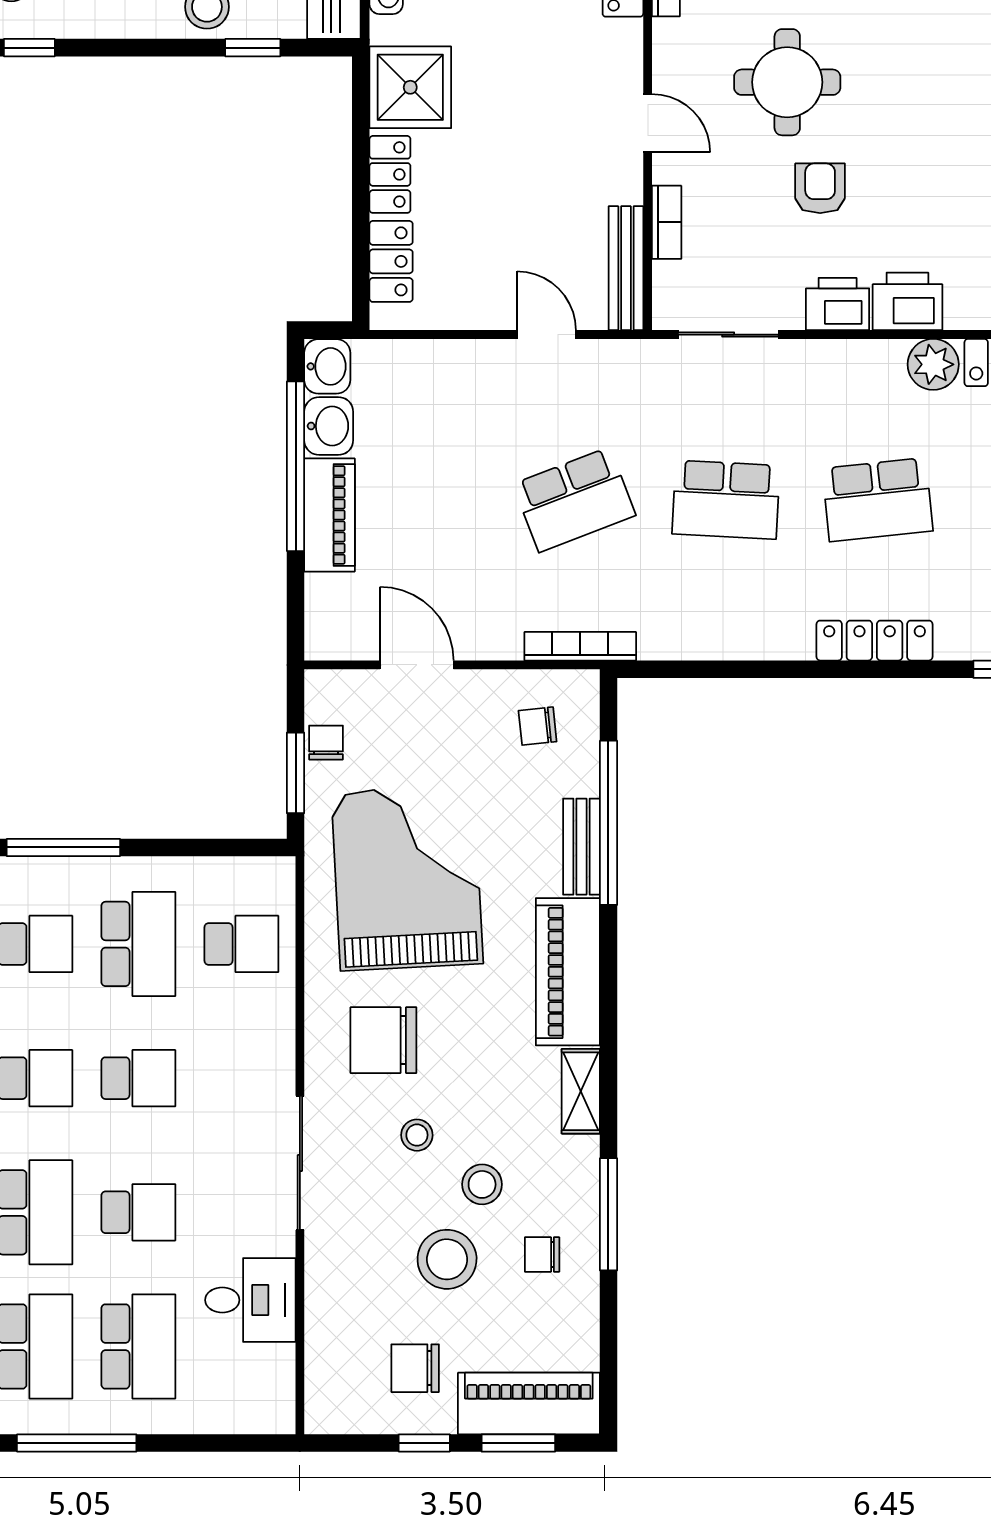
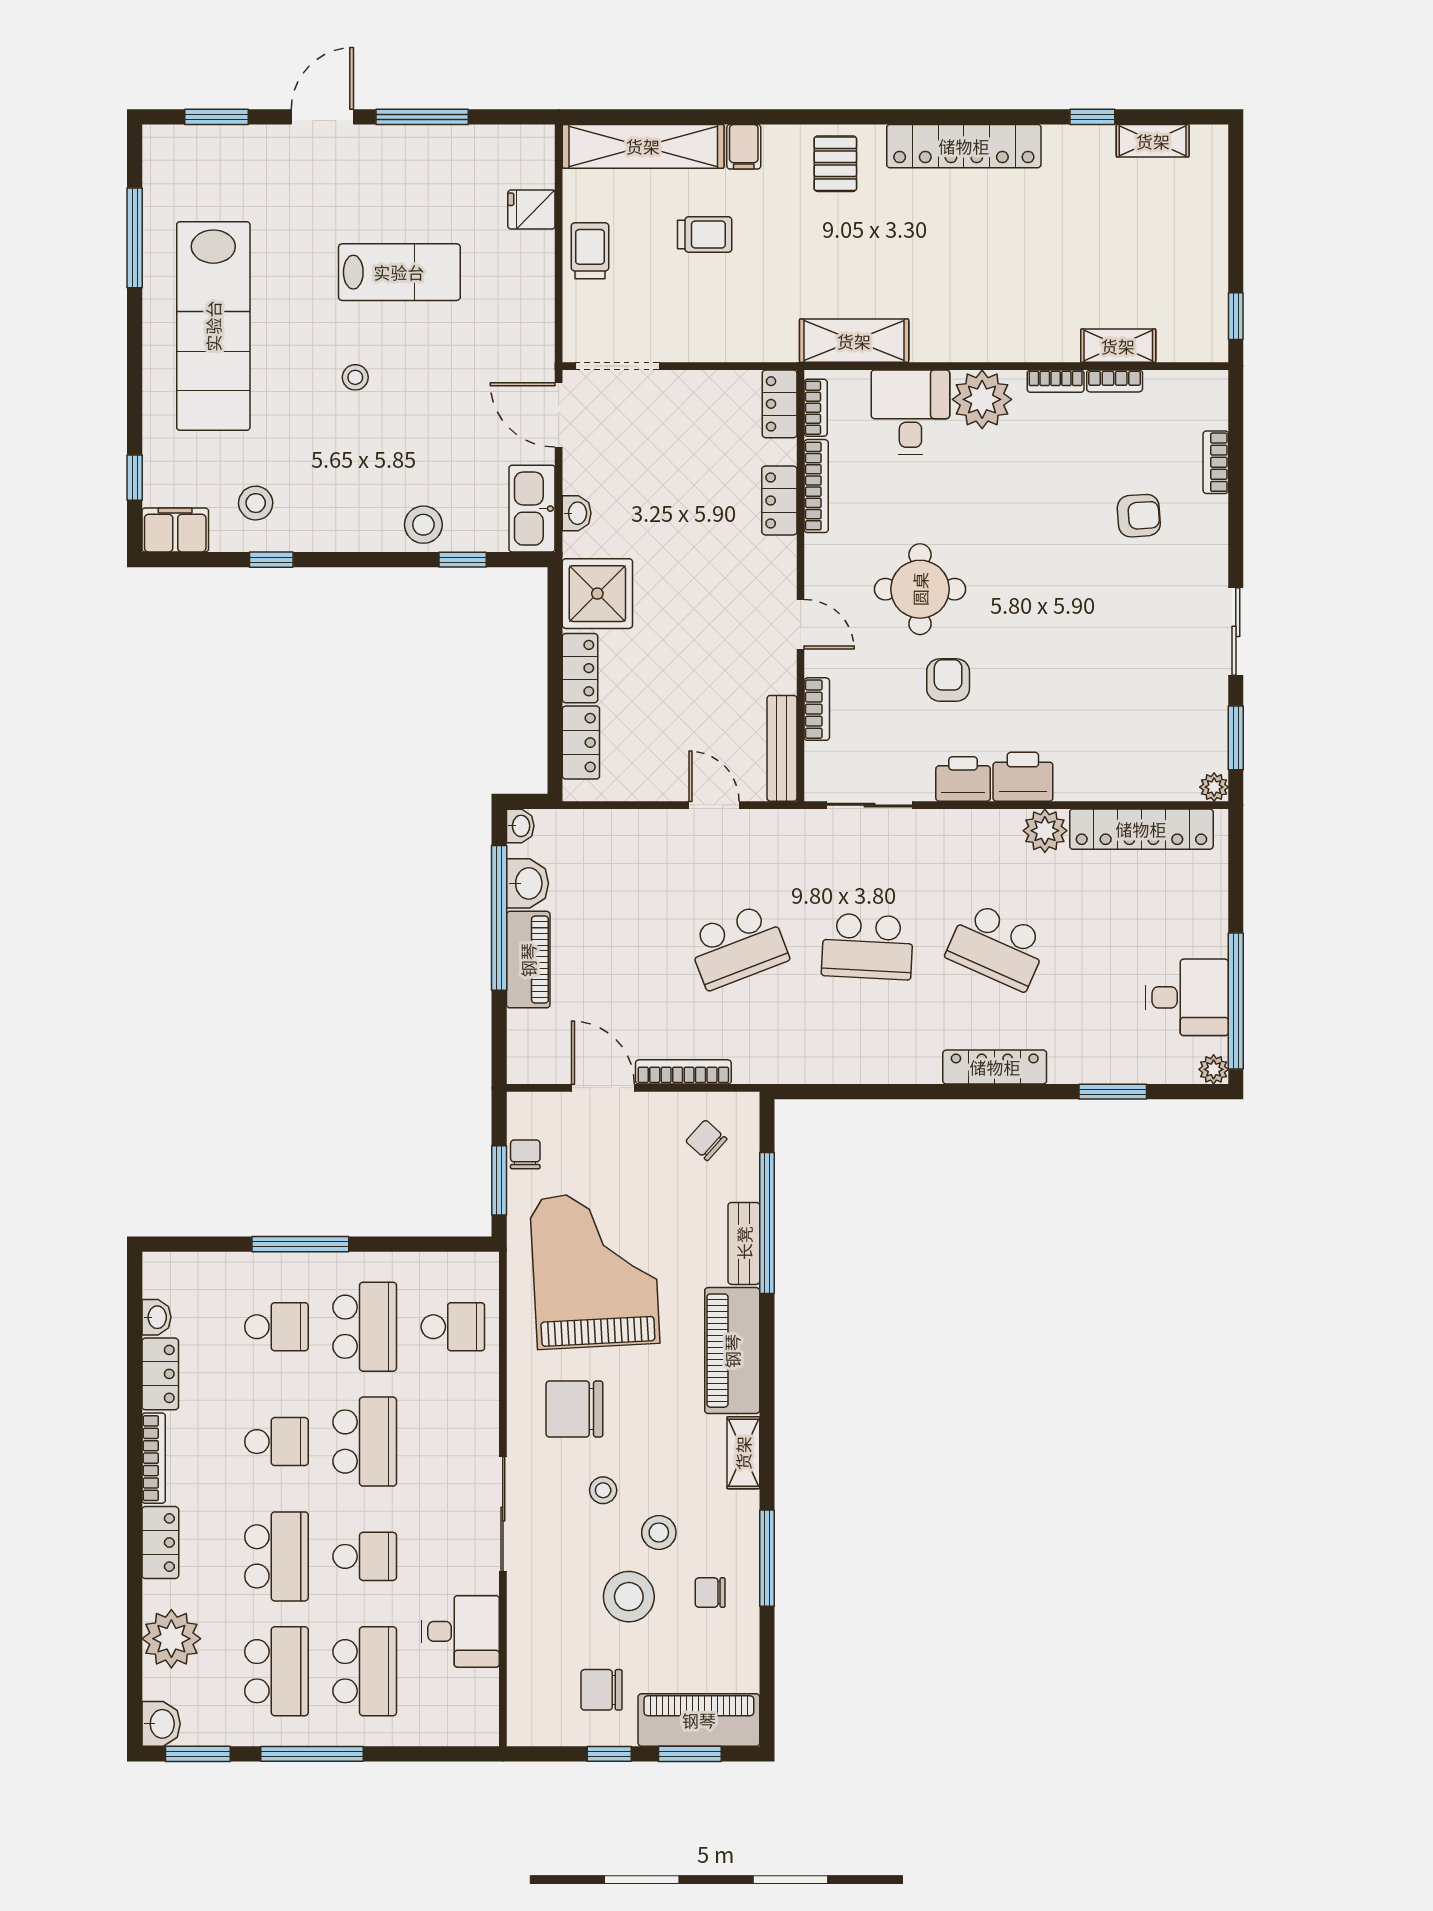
washbasin: (327, 366) -> (520, 826), width x0.72, depth x0.69
school desk: (878, 500) -> (997, 947), turned 30
bookcase: (580, 646) -> (683, 1072), moved
chair: (538, 726) -> (706, 1140), turned 48
school desk: (138, 1078) -> (365, 1442), width x1.85

